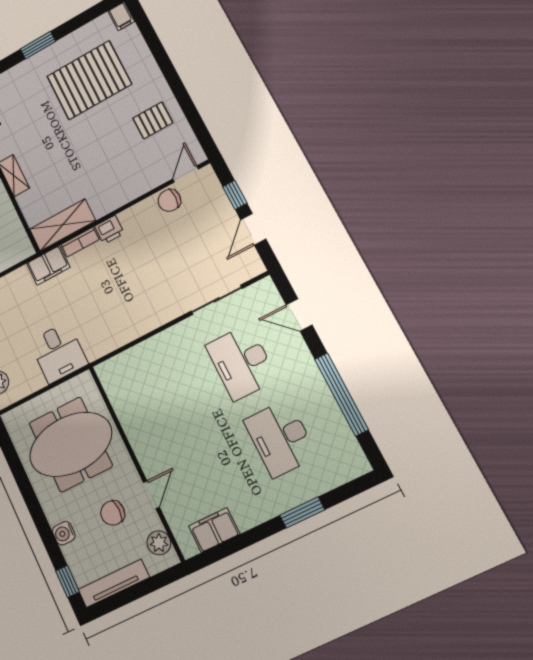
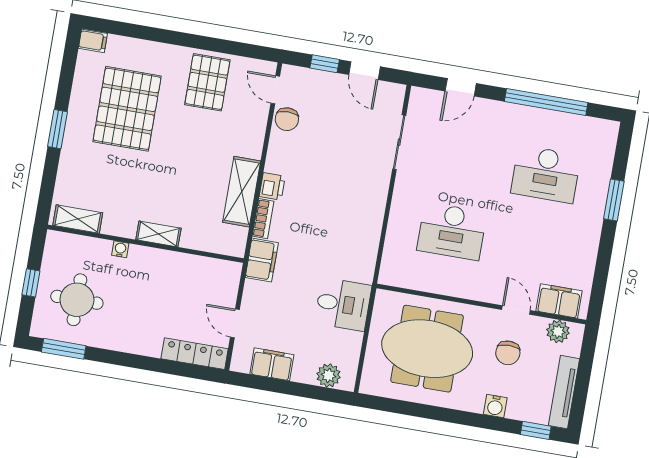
pallet: (153, 120) -> (207, 82), width x1.50, depth x1.42
shelving: (62, 225) -> (242, 192), moved
desk: (241, 362) -> (452, 231), moved
meeting table: (71, 444) -> (427, 349), turned 90
filing cabinet: (214, 530) -> (559, 301), moved, turned 90

